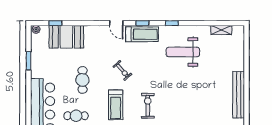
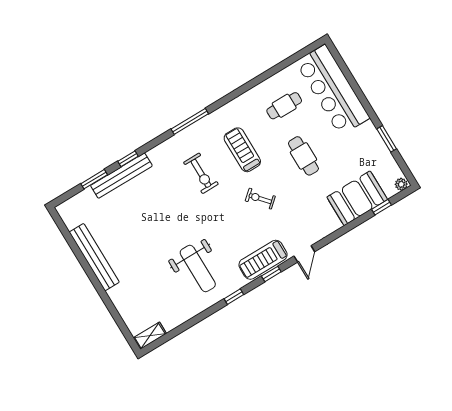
door: (116, 23) -> (304, 254), swing flipped
shelving: (221, 30) -> (150, 336), moved
weight bench: (183, 52) -> (198, 268), turned 90

